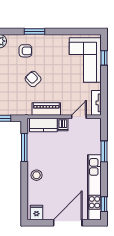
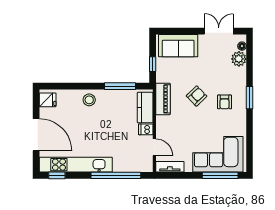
armchair: (25, 51) -> (225, 102), moved
window: (104, 58) -> (220, 175), width x2.17
piano: (46, 109) -> (163, 99), moved
window: (104, 151) -> (116, 175), width x2.11

